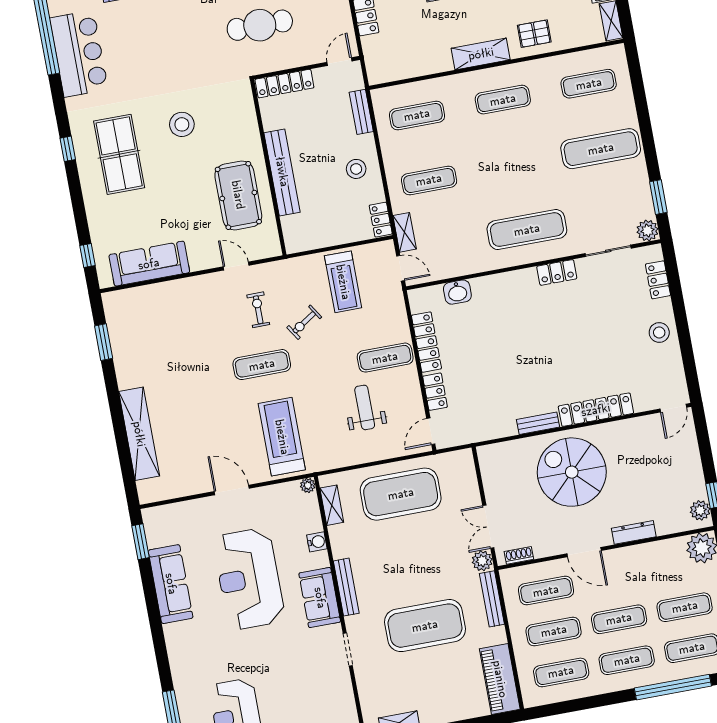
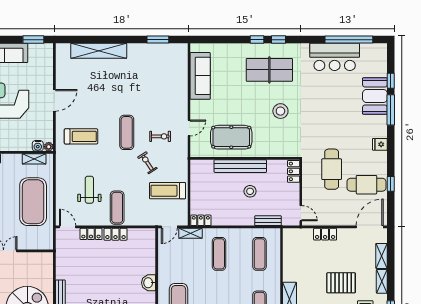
locker: (284, 84) -> (294, 171), width x0.66
stool: (356, 169) -> (250, 191), moved
window: (87, 256) -> (257, 40), moved
washbasin: (457, 292) -> (149, 283), moved
locker: (426, 342) -> (115, 234), width x0.66
weight bench: (365, 407) -> (89, 190), turned -90
treadmill: (282, 437) -> (81, 136), width x0.73, depth x0.73
water cooler: (317, 542) -> (38, 146), moved

